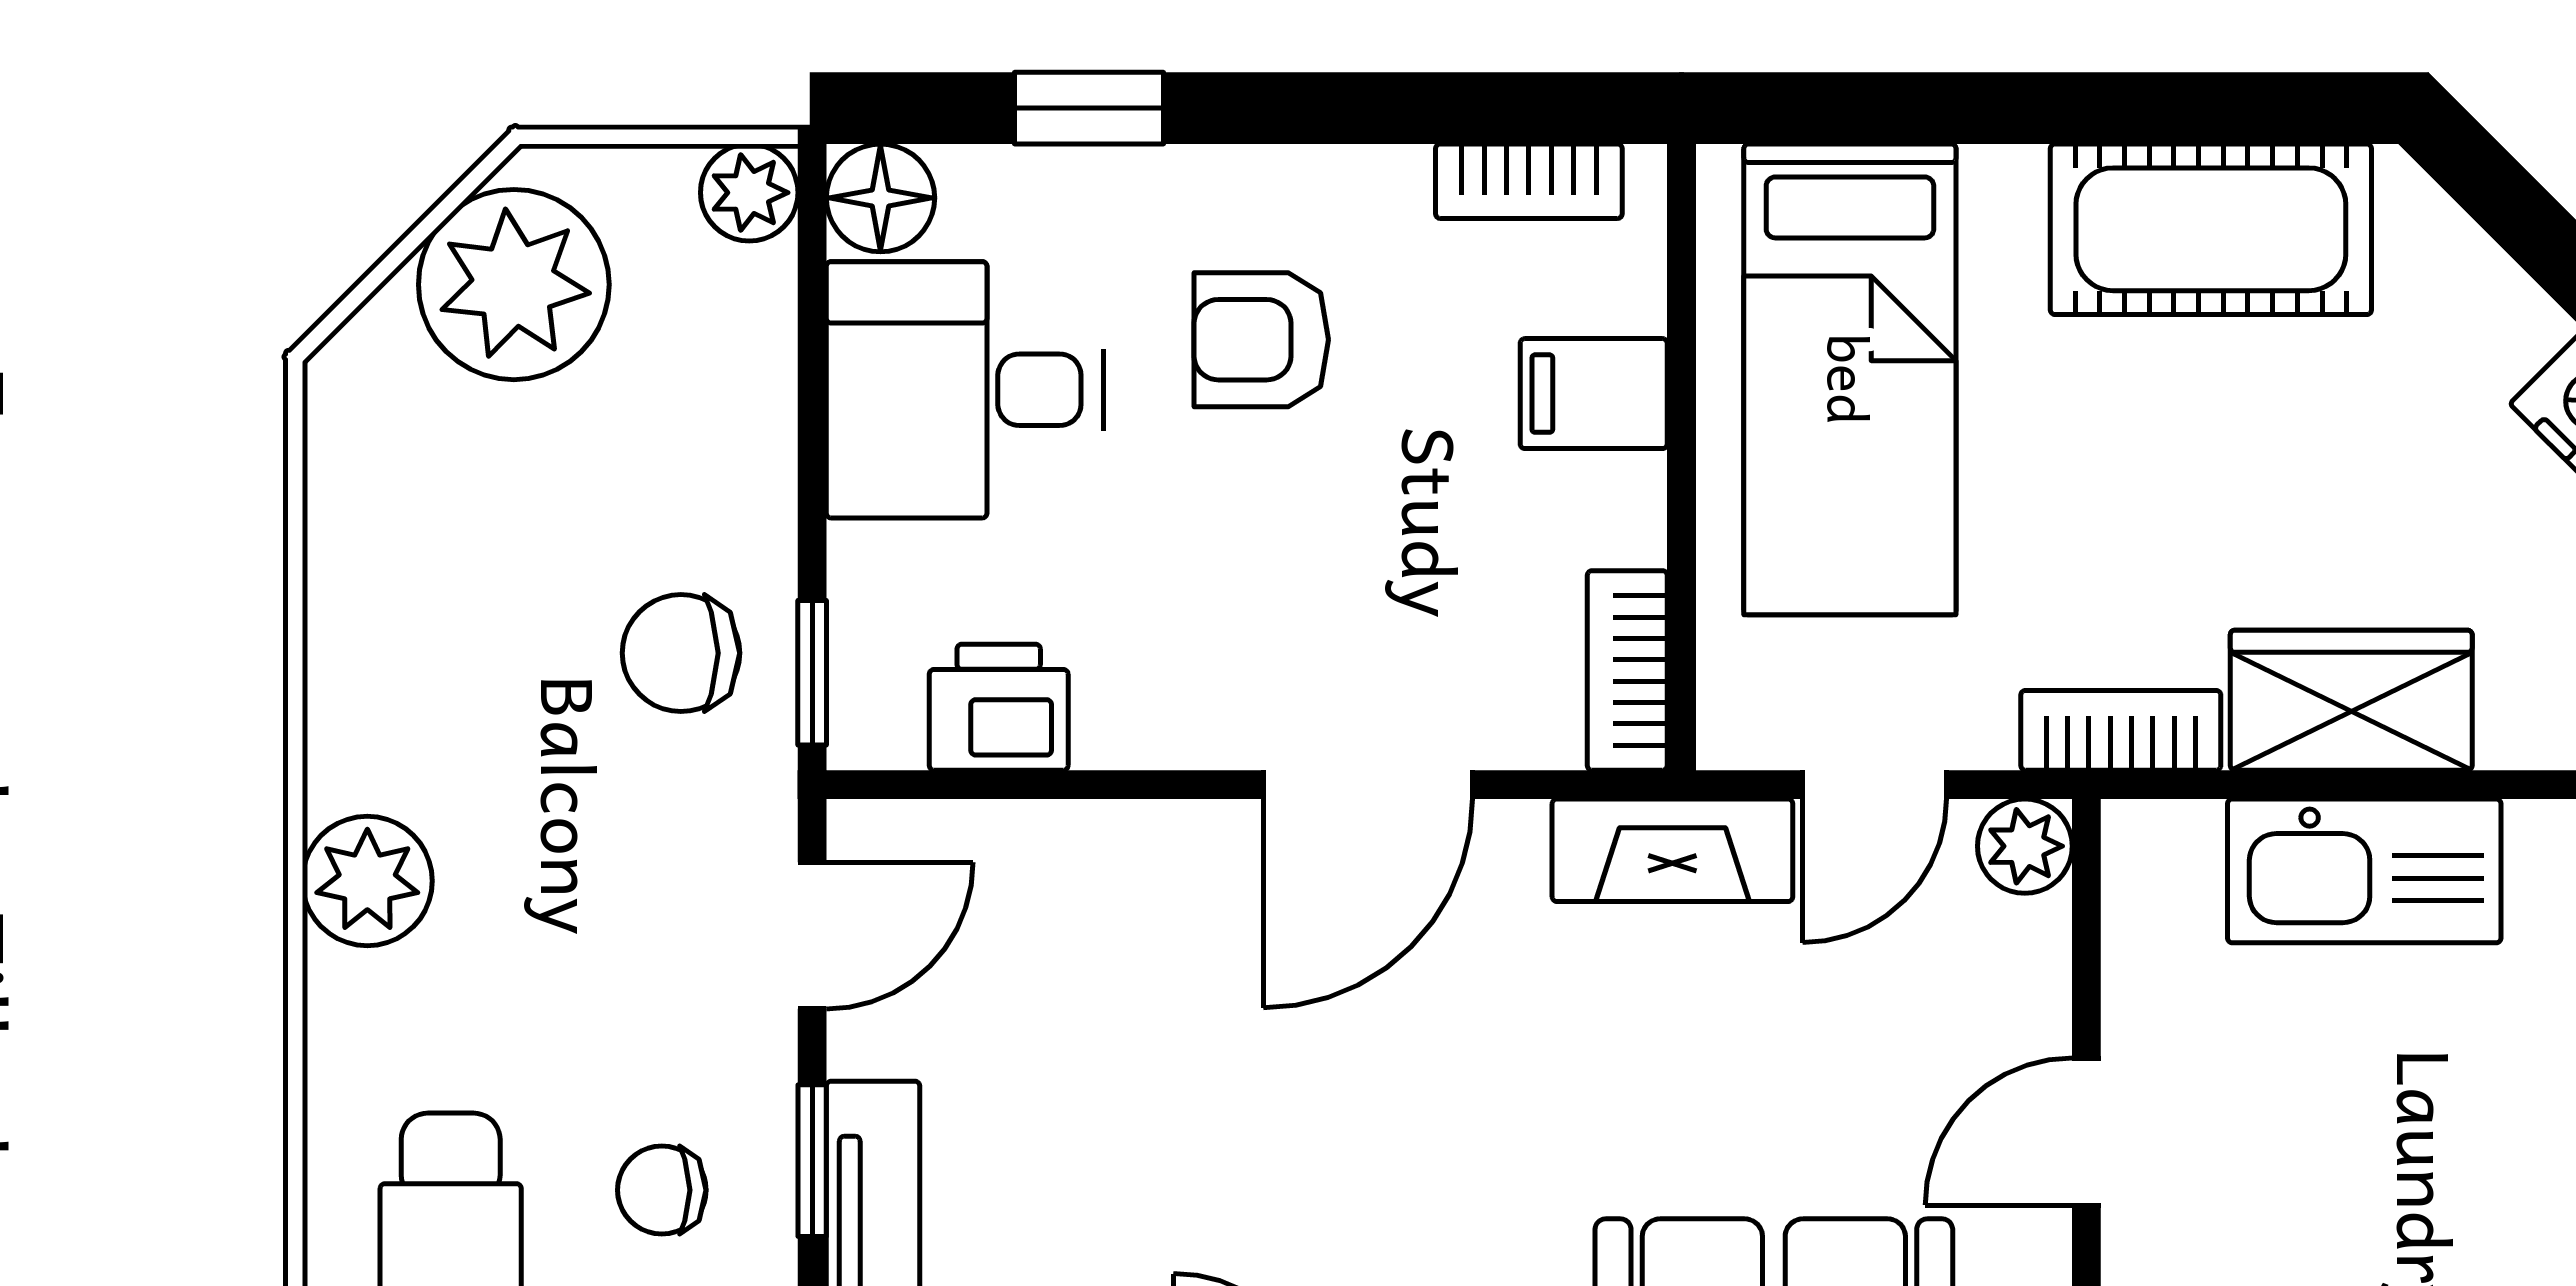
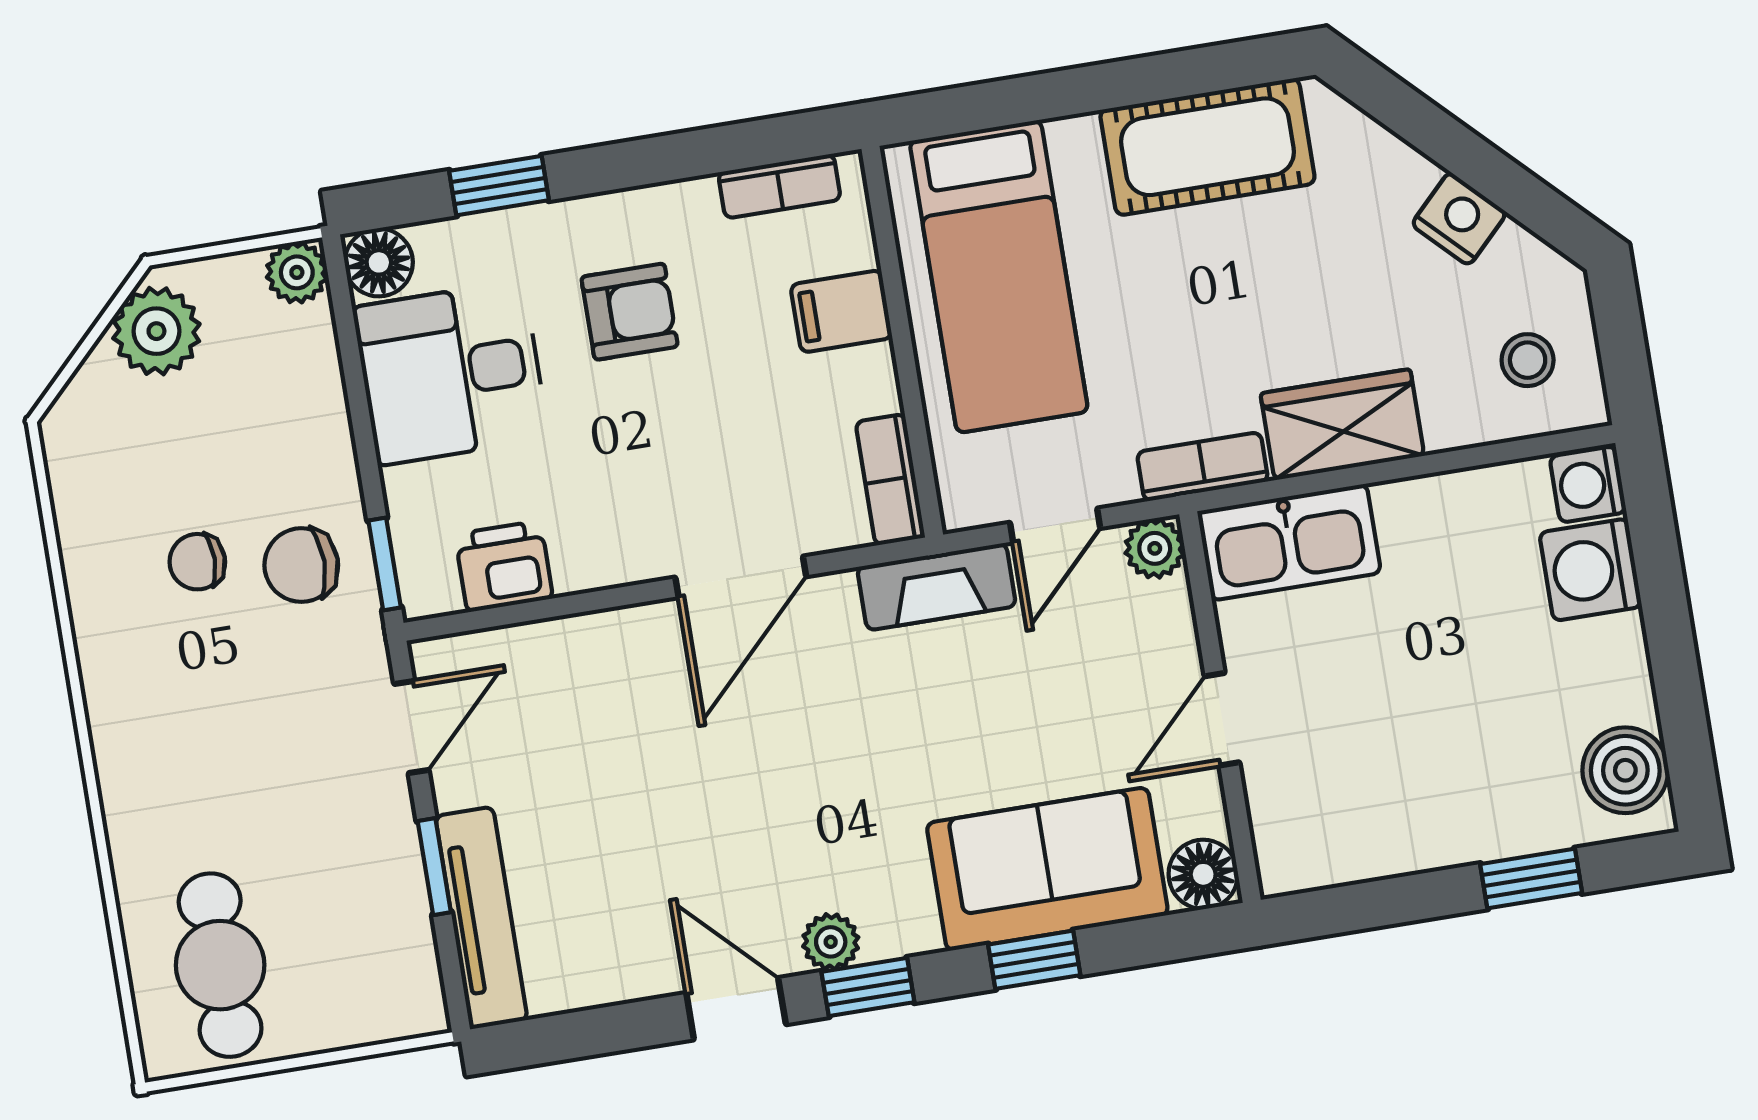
plant: (514, 285) -> (156, 331), width x0.73, depth x0.73
armchair: (1261, 340) -> (630, 312), turned 180
kitchen sink: (2364, 871) -> (1289, 542), moved
plant: (367, 881) -> (130, 738), removed
chair: (662, 1190) -> (197, 562), moved

